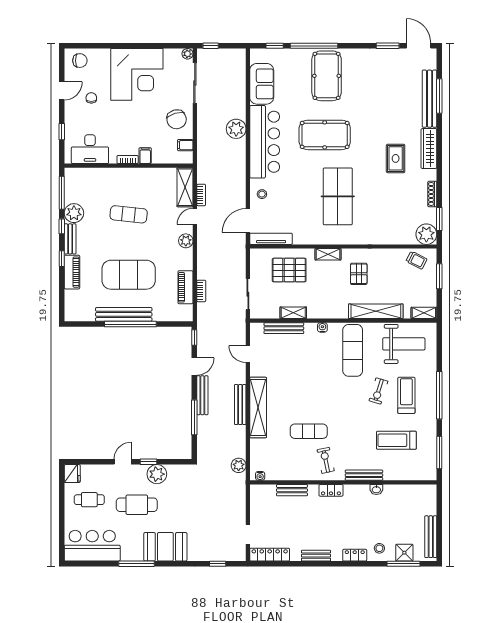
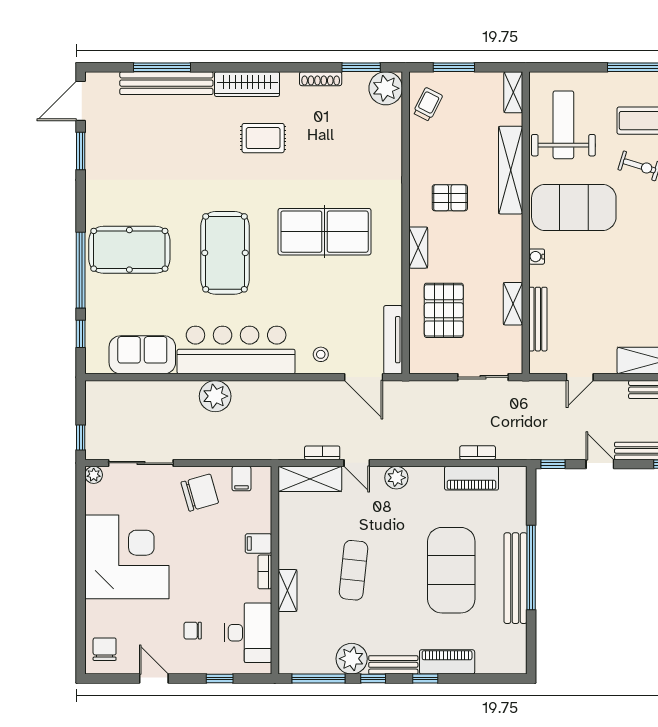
chair: (91, 98) -> (193, 631), moved
shelving: (116, 174) -> (287, 590), added
exercise mat: (353, 350) -> (574, 208), width x1.47

